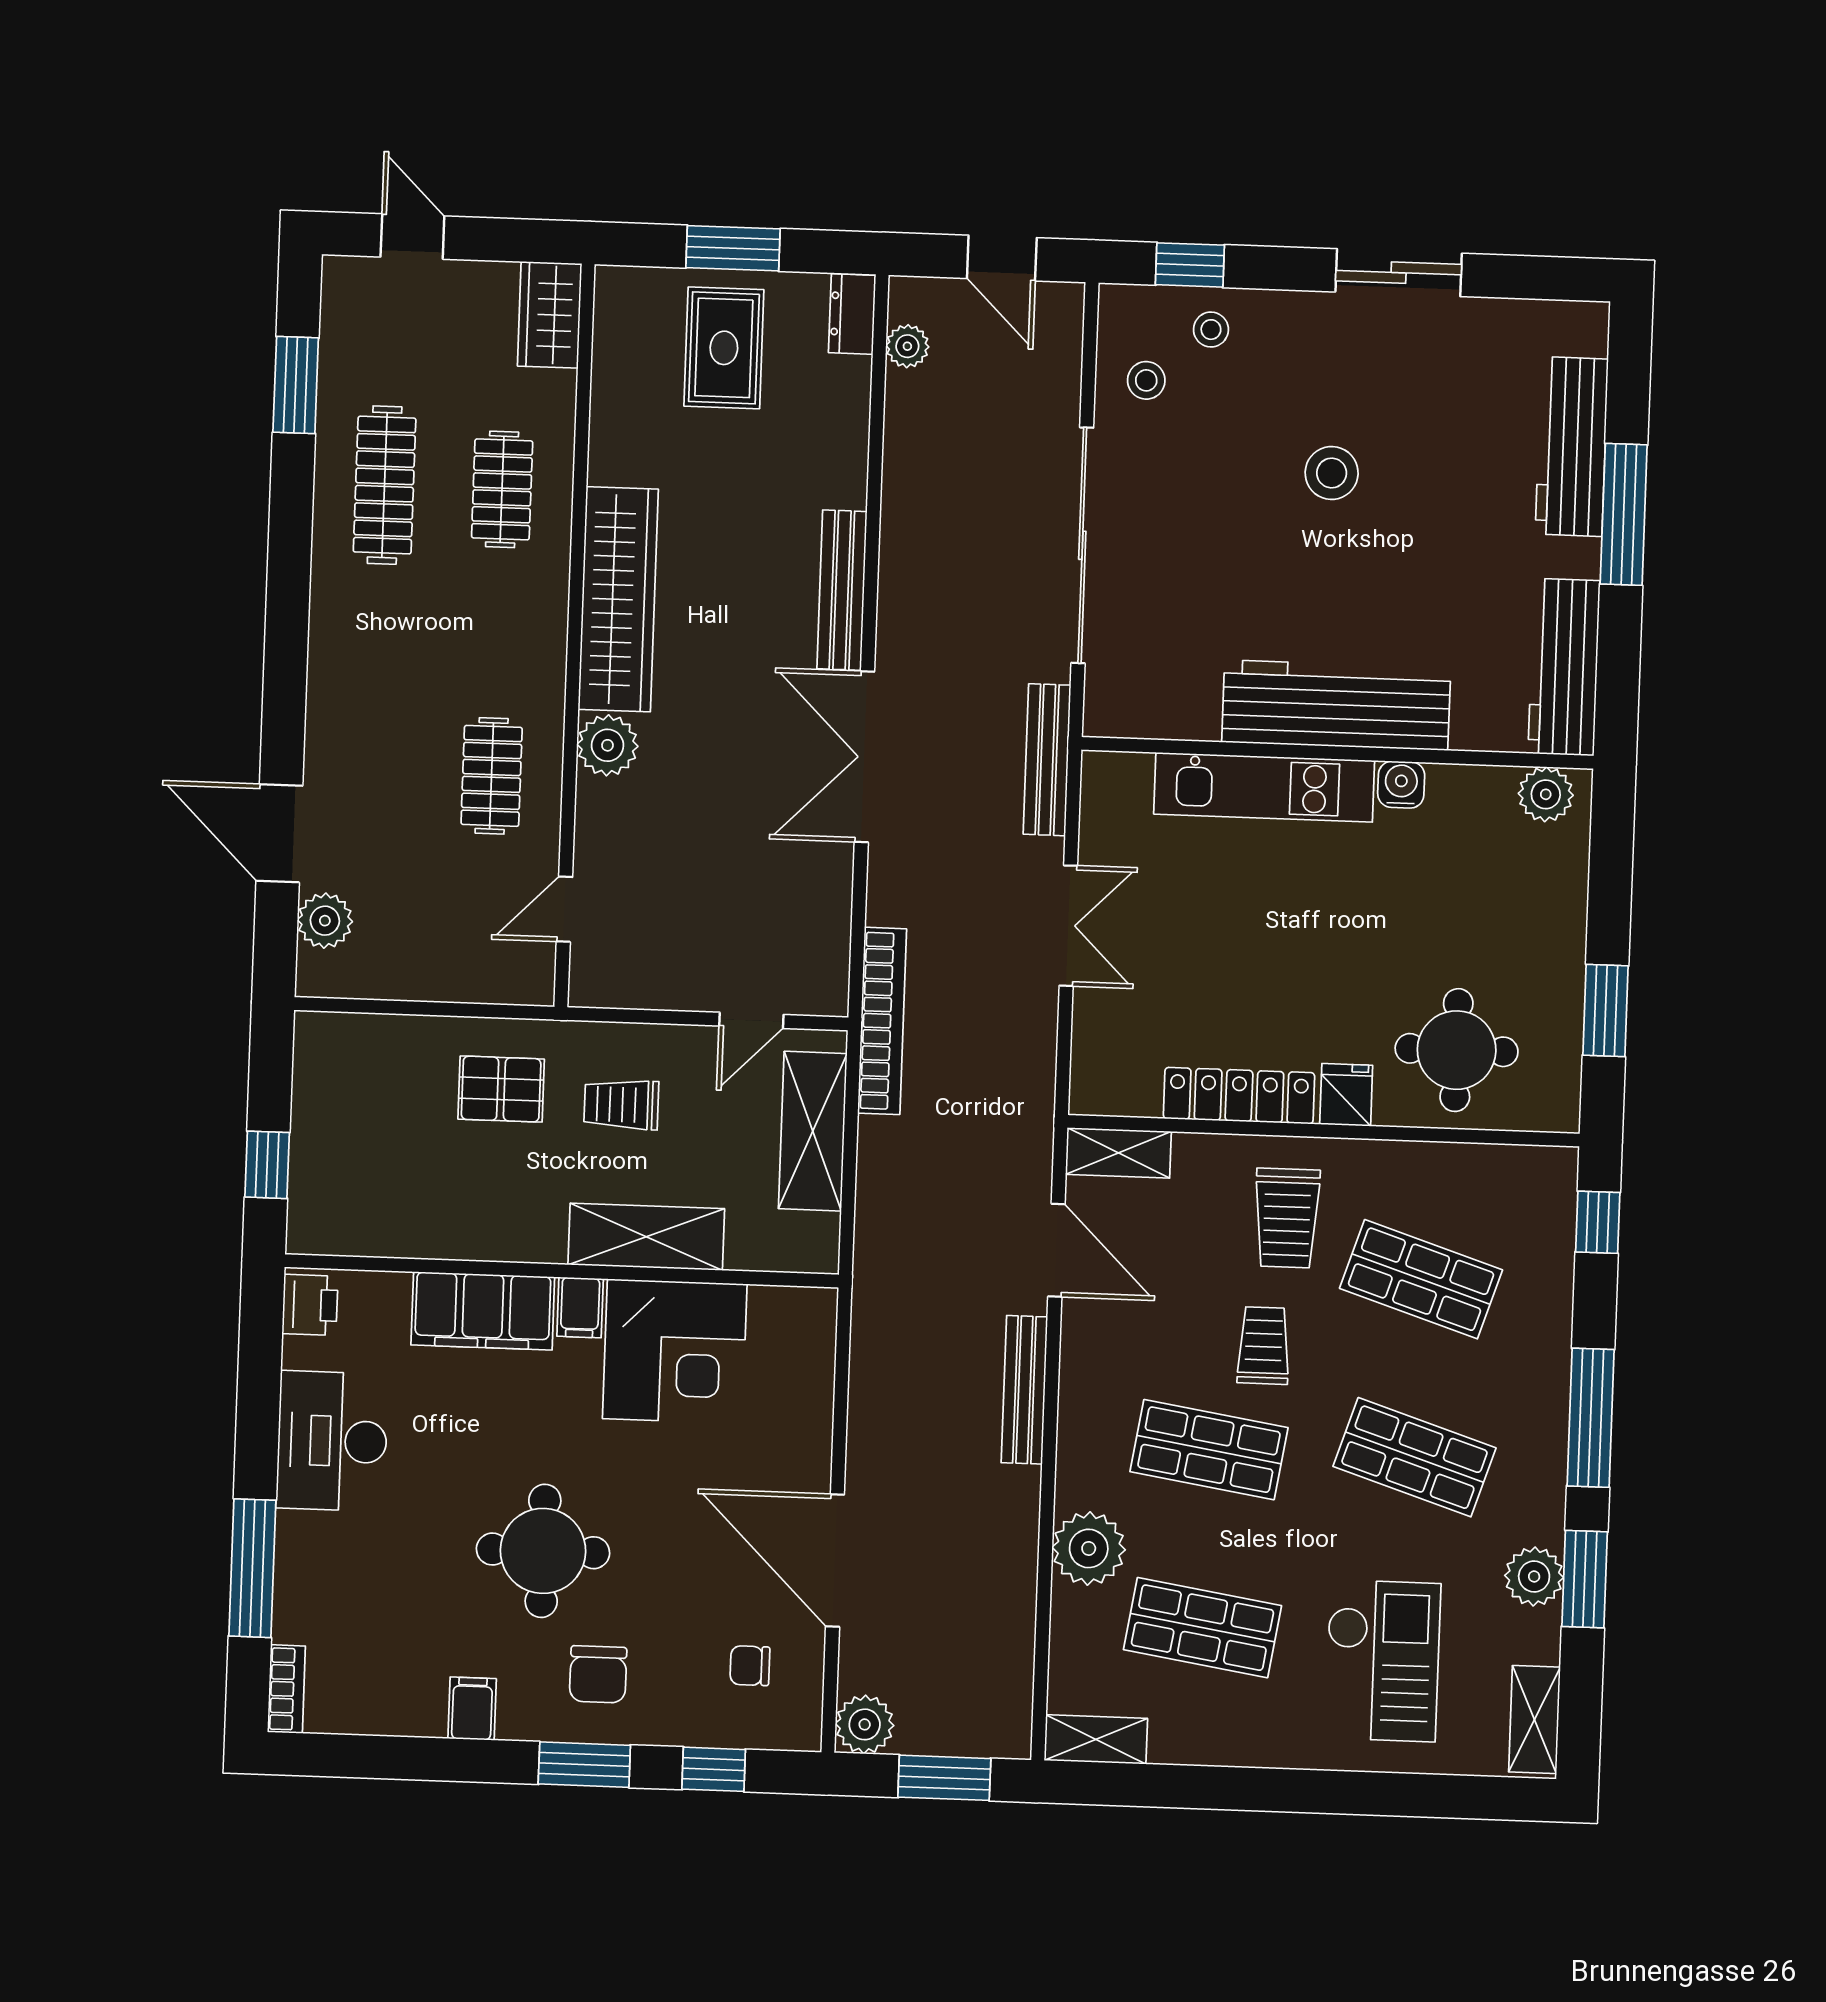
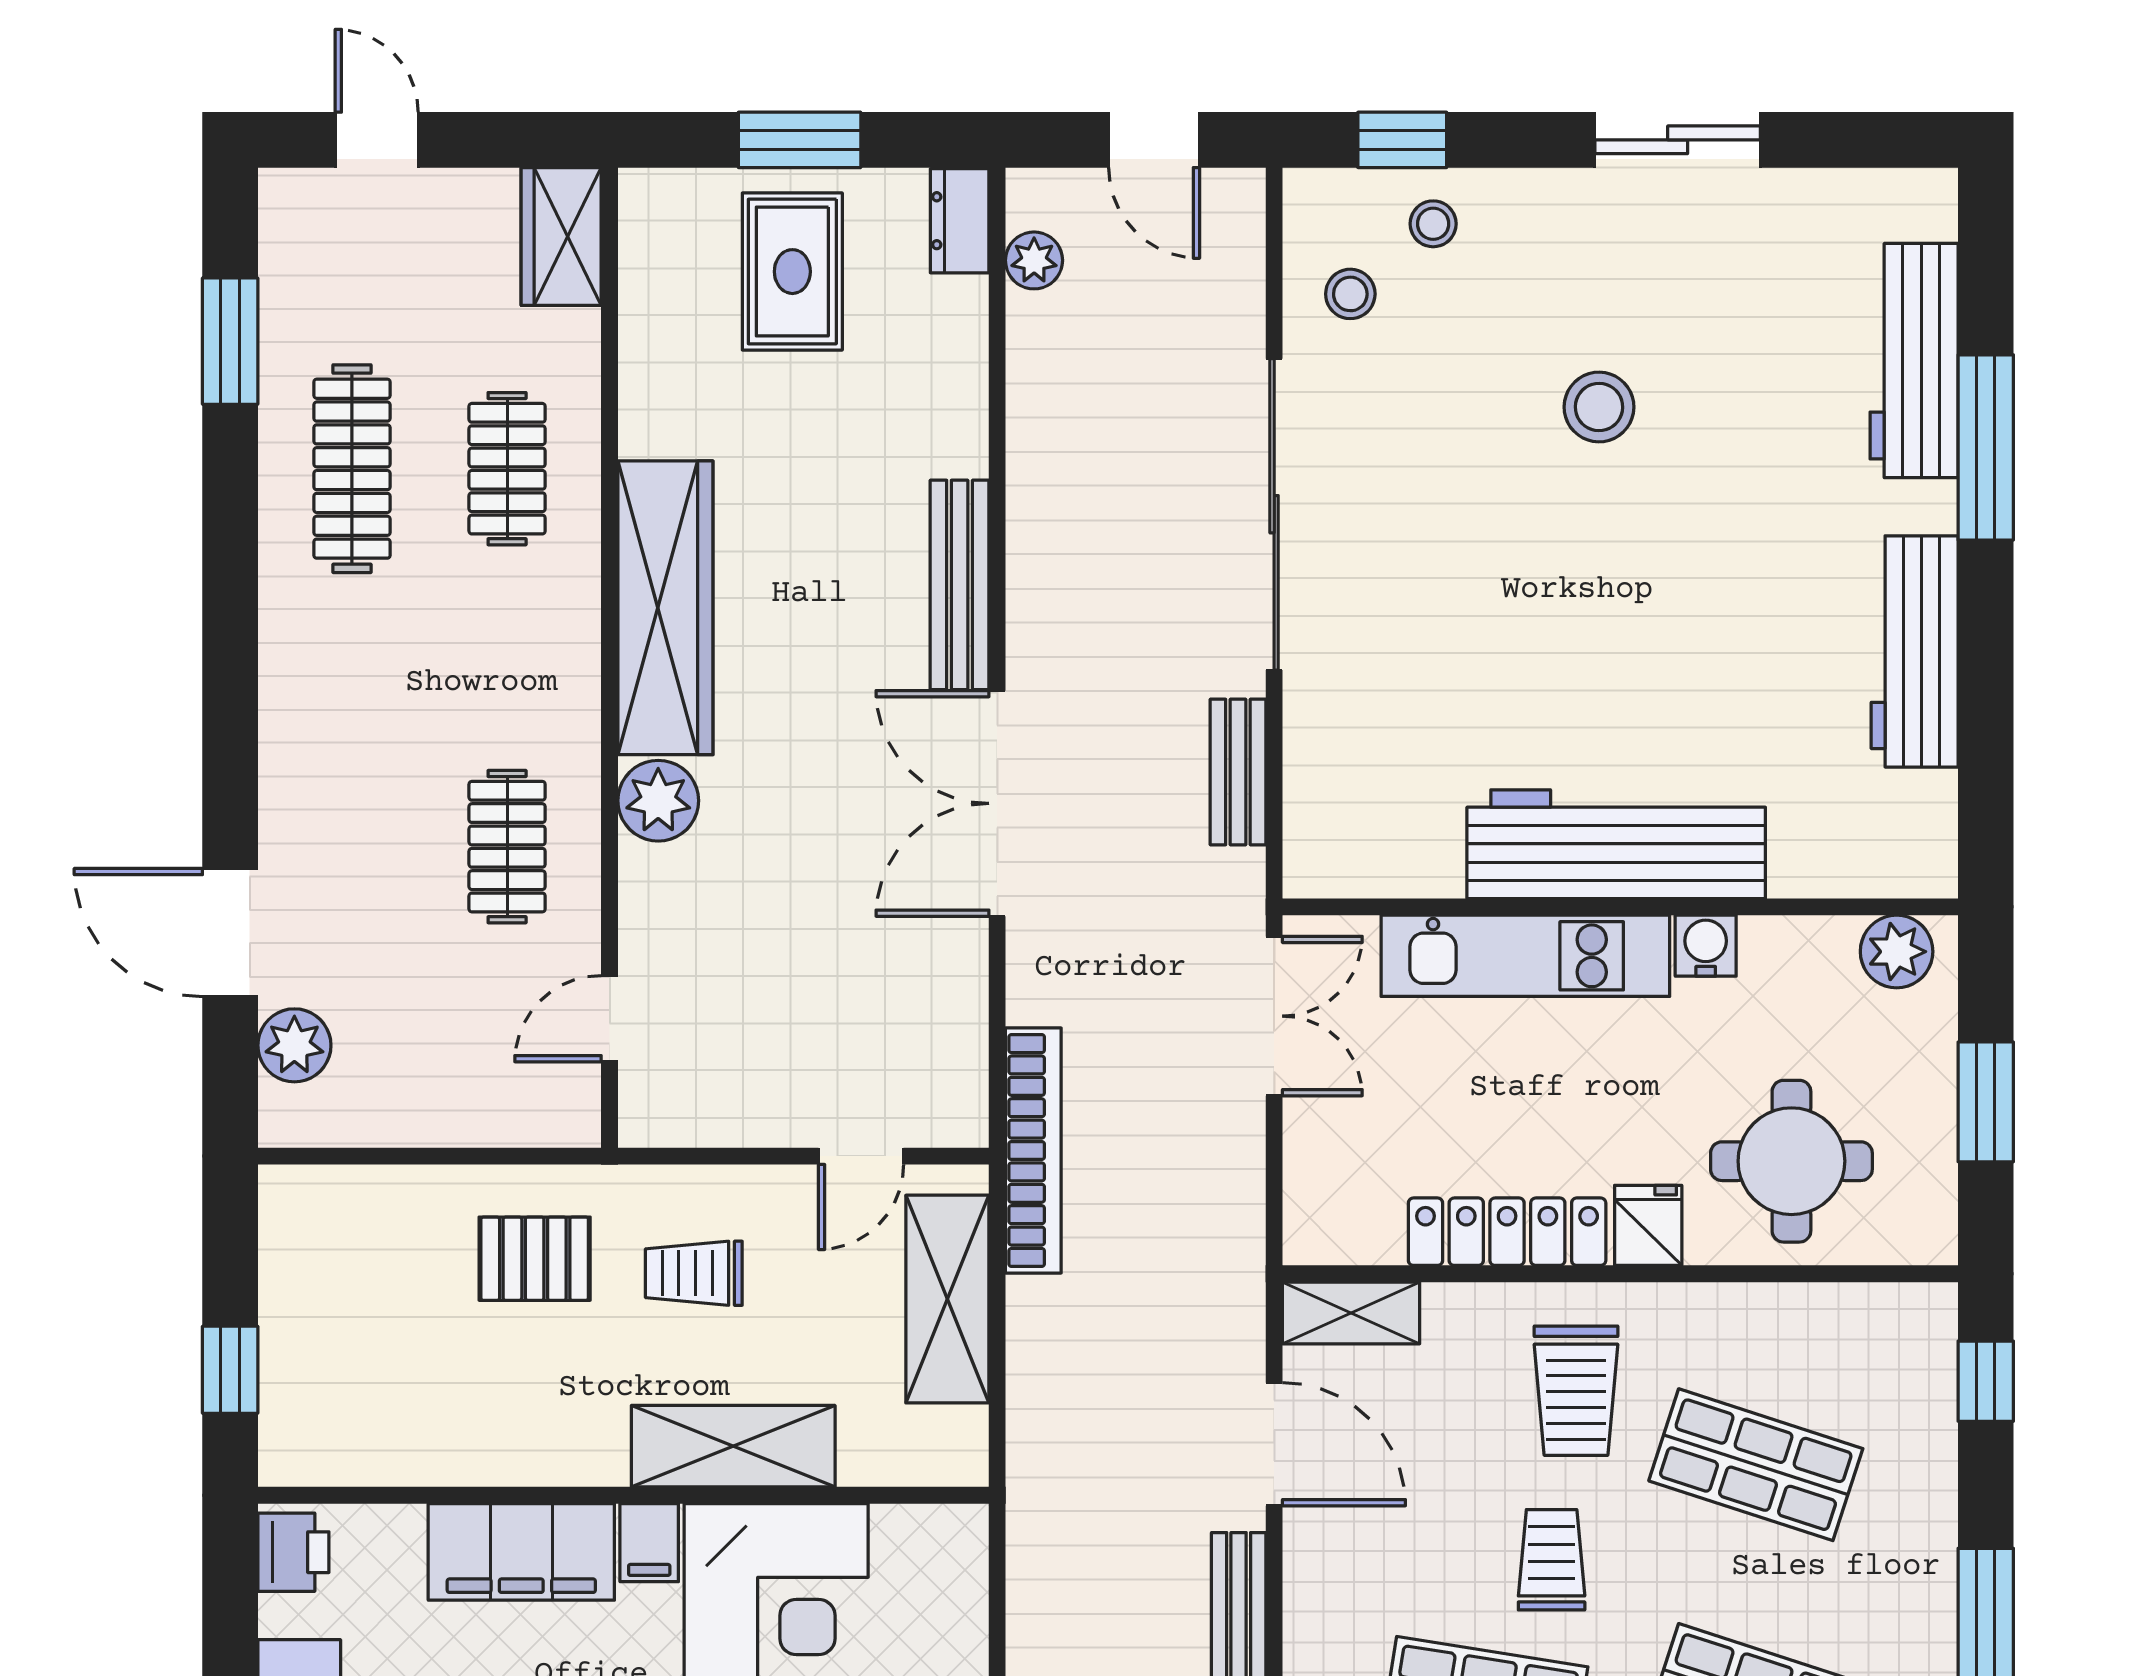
workbench: (1336, 705) -> (1616, 844), moved
wall: (1337, 753) -> (1620, 907), moved
bench: (1047, 760) -> (1238, 772), width x0.73
water cooler: (1401, 785) -> (1706, 946), moved
kitchen unit: (1264, 787) -> (1525, 956), moved
plant: (1546, 794) -> (1897, 952), moved

